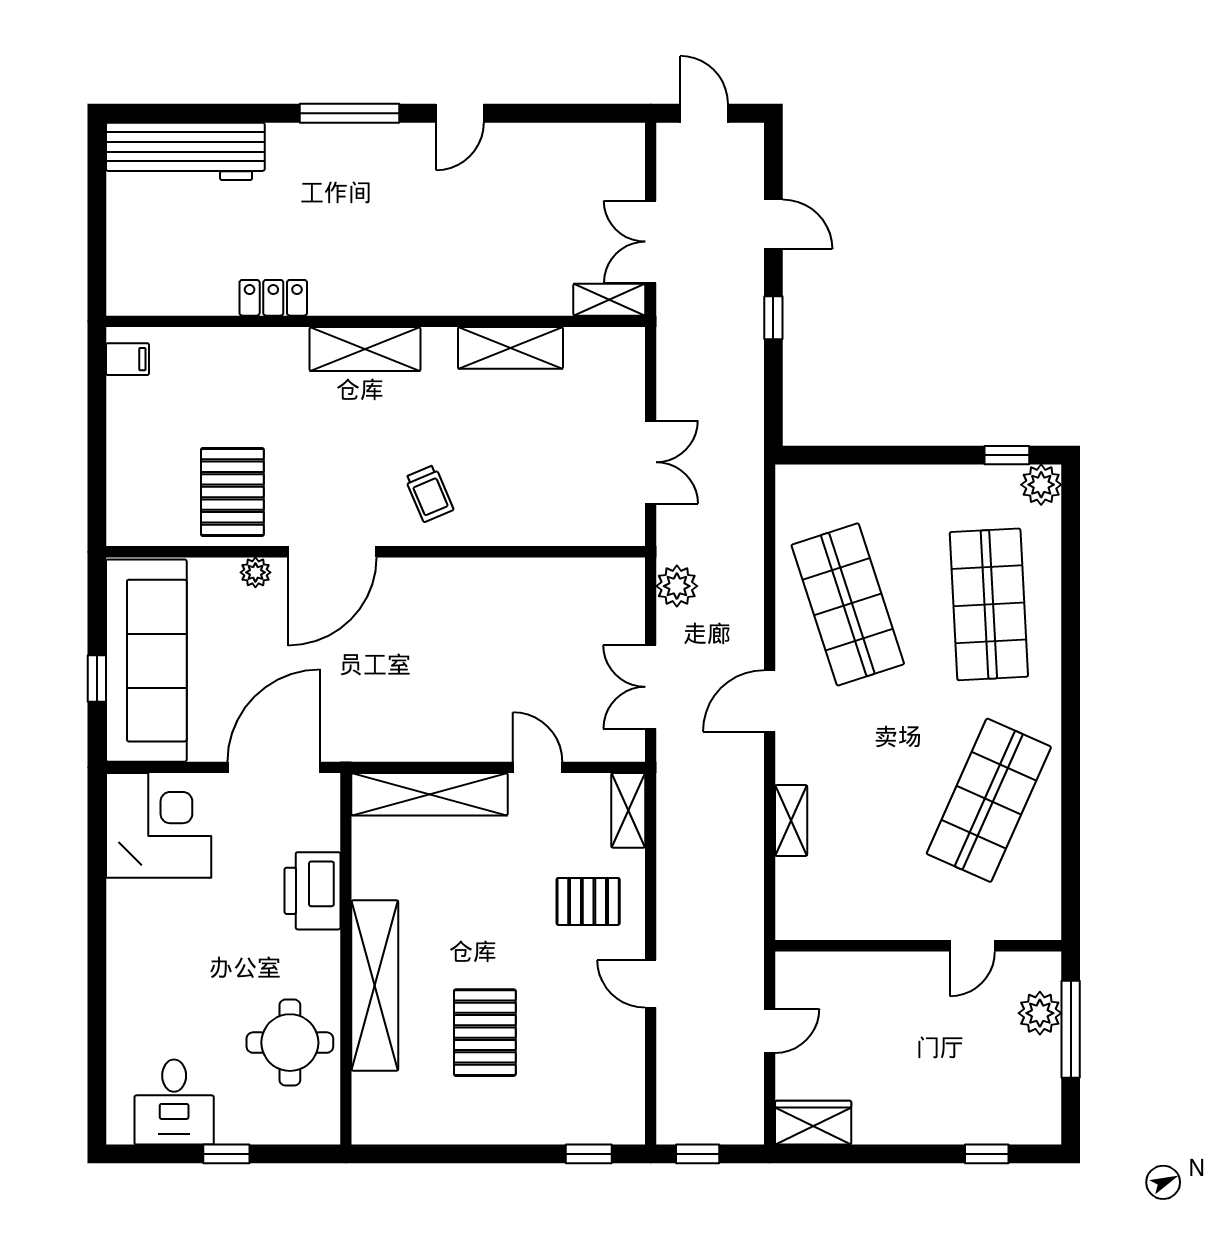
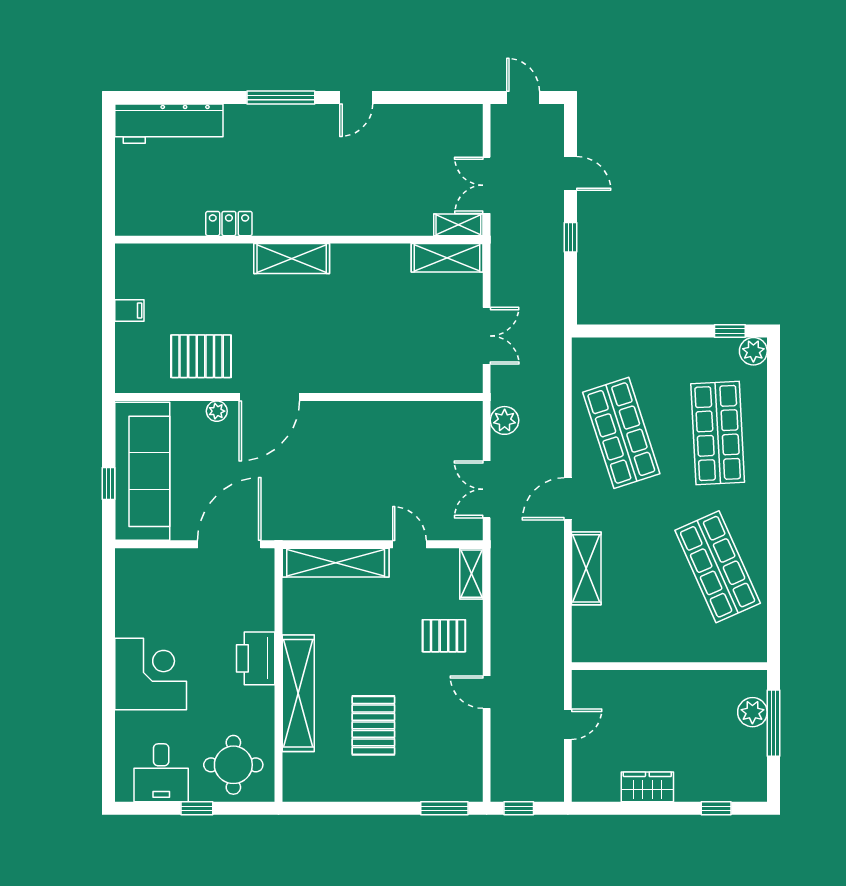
shelving: (510, 348) -> (447, 258), moved
filing cabinet: (127, 359) -> (129, 311), moved
pallet: (232, 492) -> (201, 356), turned 90
trolley: (429, 494) -> (335, 357), removed
shop shelf: (989, 800) -> (718, 567), turned -48
shelving: (791, 820) -> (586, 568), width x1.50, depth x1.33
corner desk: (159, 825) -> (151, 674), moved
printer: (313, 891) -> (256, 658), moved
door: (972, 946) -> (706, 666), removed
round table: (290, 1043) -> (233, 765), moved
wardrobe: (813, 1123) -> (647, 787), moved
window: (589, 1154) -> (444, 808), width x1.50

